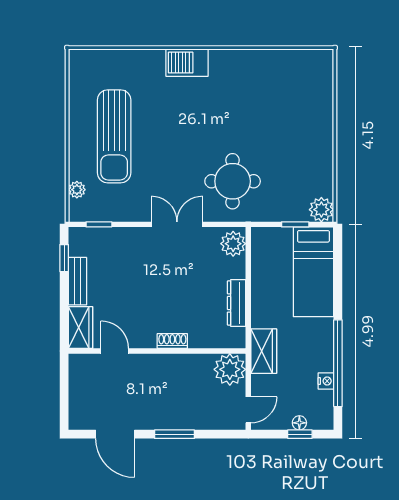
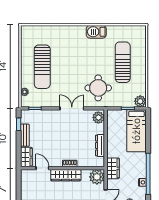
barbecue: (187, 63) -> (96, 32), moved
sun lounger: (284, 127) -> (123, 62), added
wardrobe: (164, 366) -> (66, 175), added

